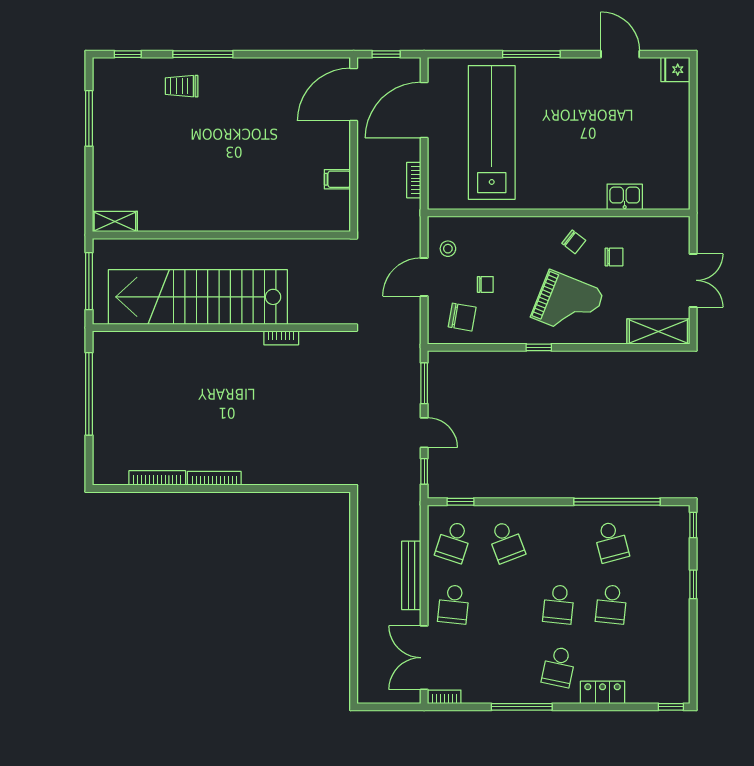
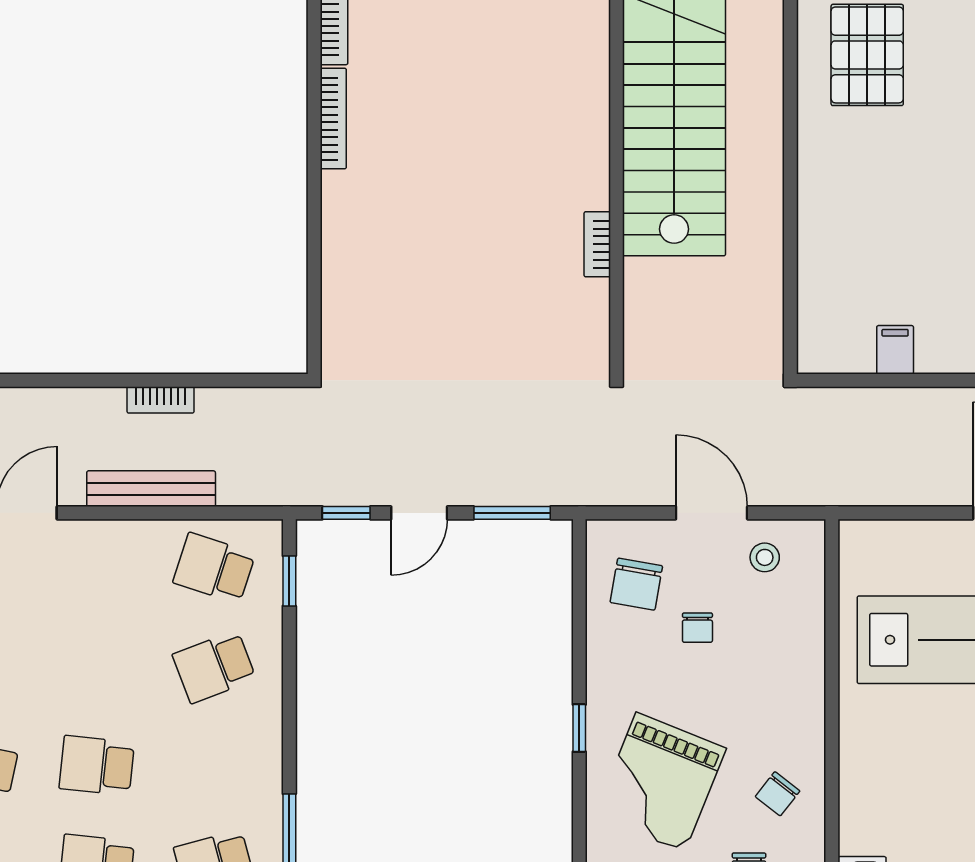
bookcase: (414, 180) -> (161, 400), moved, turned 180
pallet: (180, 194) -> (867, 55), added
school desk: (454, 604) -> (97, 568), removed

